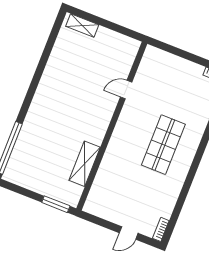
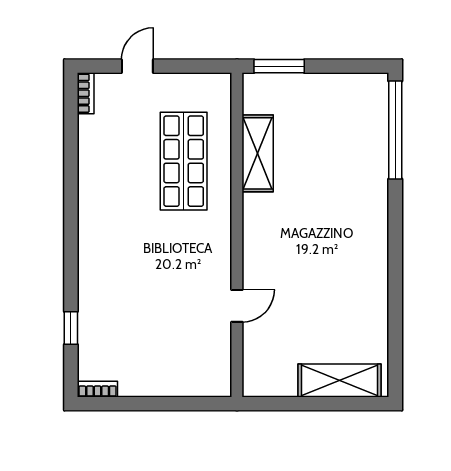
shelving: (82, 26) -> (340, 380), width x1.50, depth x1.33
shop shelf: (163, 145) -> (184, 161), moved

